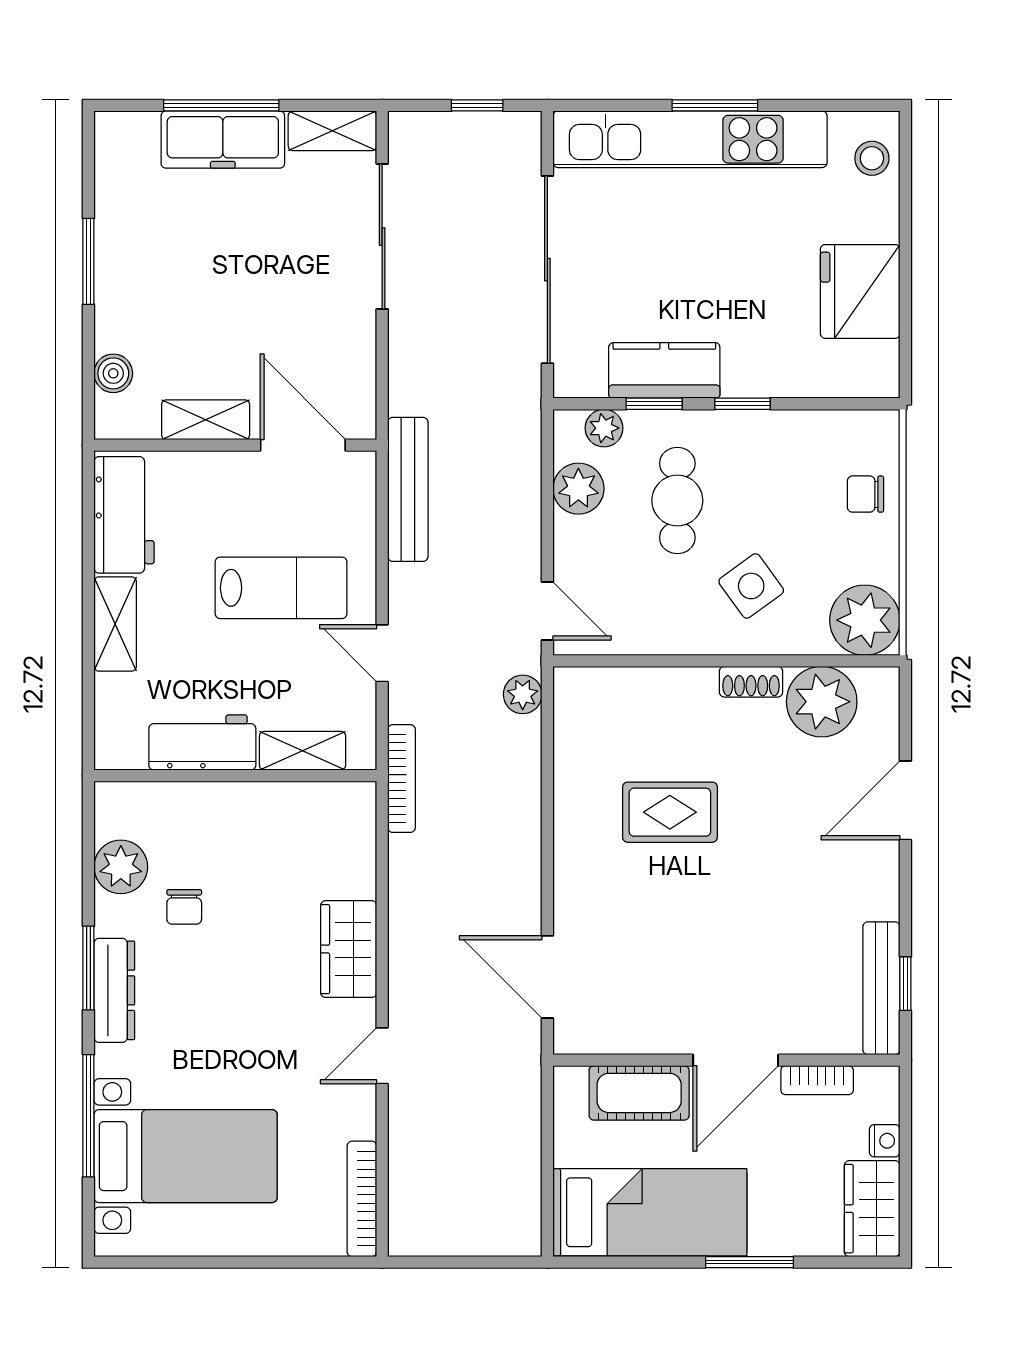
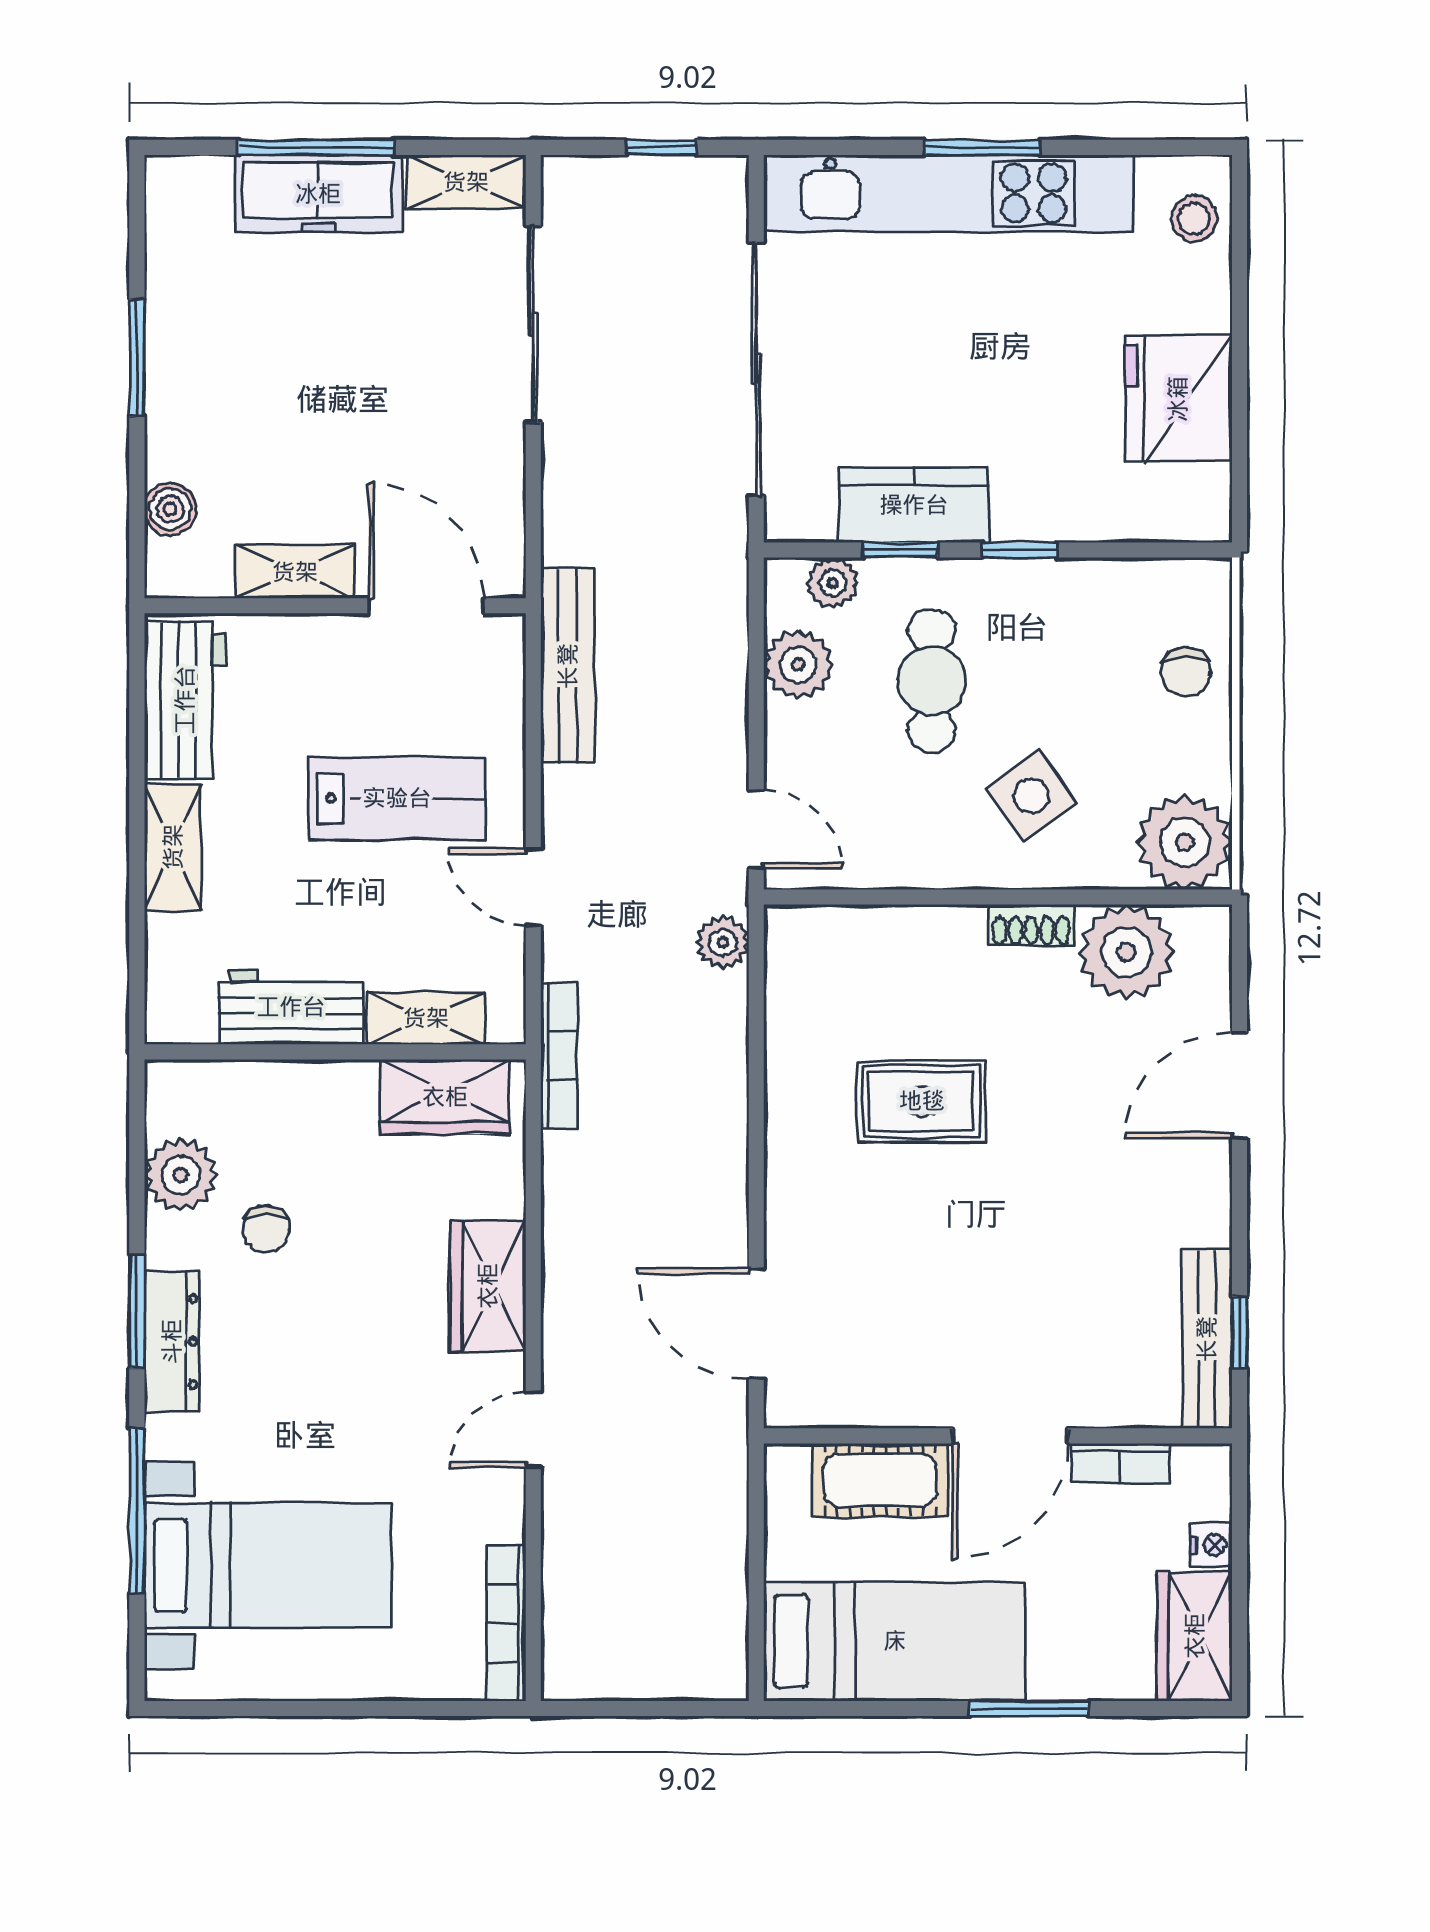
chair: (865, 494) -> (1186, 672), turned -90
wardrobe: (316, 809) -> (445, 1097), added

